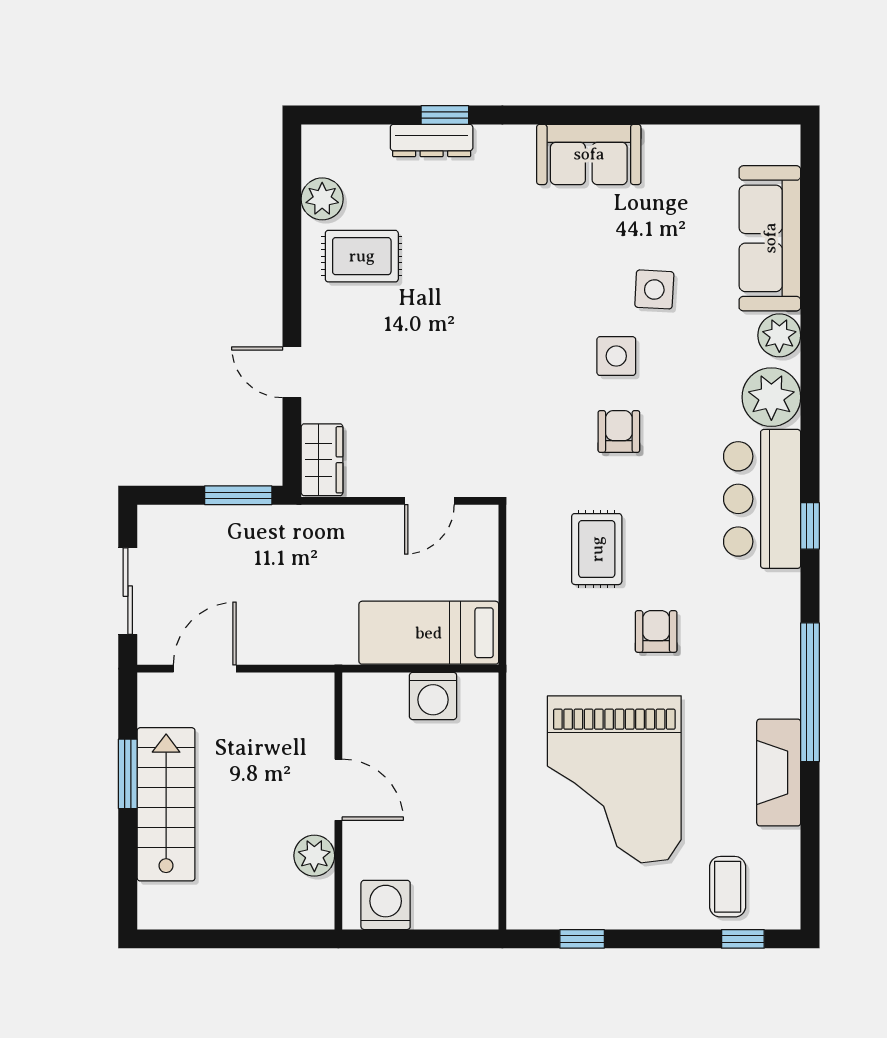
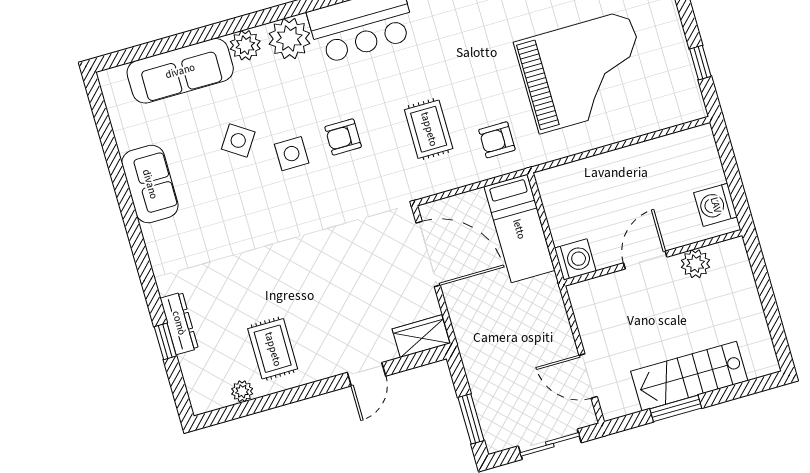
window: (445, 115) -> (165, 341), moved
sofa: (589, 154) -> (150, 184), moved
plant: (322, 199) -> (242, 391), width x0.73, depth x0.73
side table: (654, 289) -> (238, 140), turned 31
window: (238, 495) -> (471, 419), moved
door: (429, 501) -> (428, 254), width x1.87
rug: (597, 549) -> (429, 129), turned 90
armchair: (656, 631) -> (497, 140), moved
washing machine: (433, 696) -> (575, 260), moved

